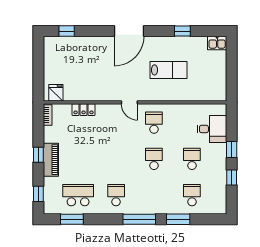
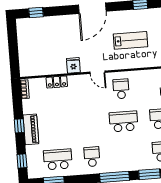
fridge: (56, 93) -> (73, 65), moved
school desk: (154, 159) -> (124, 121), width x1.85

